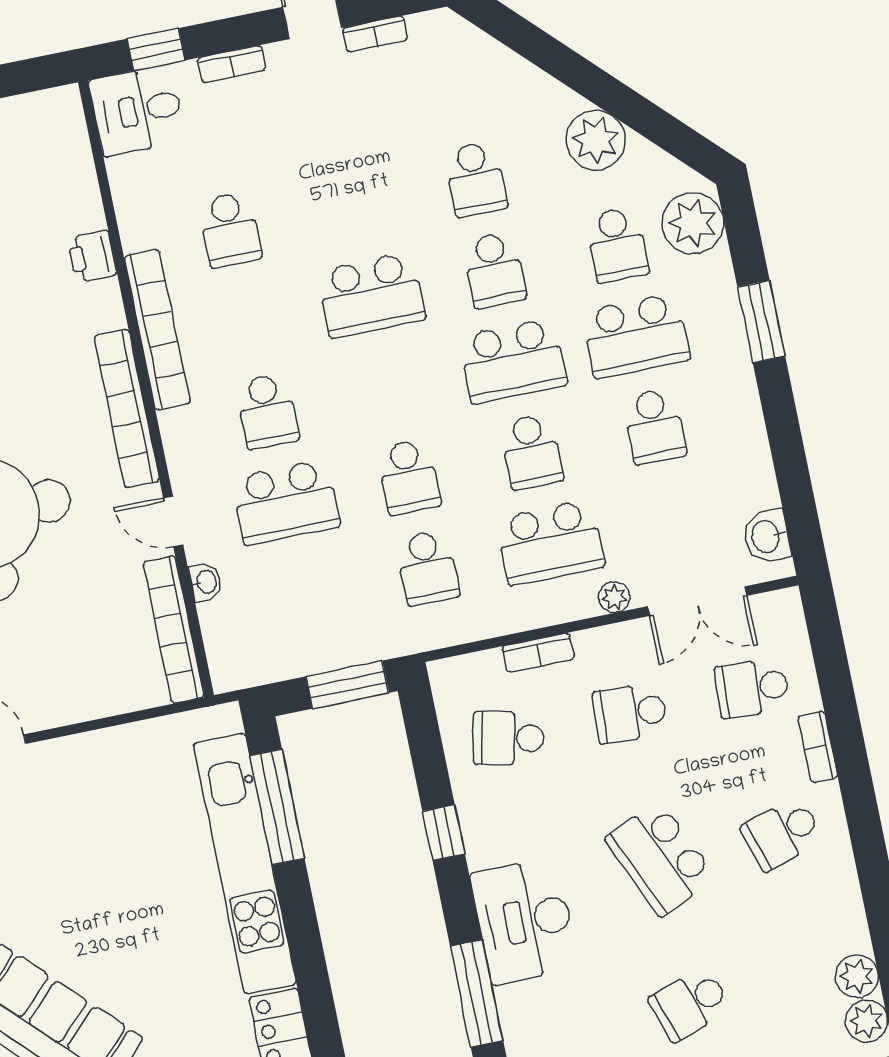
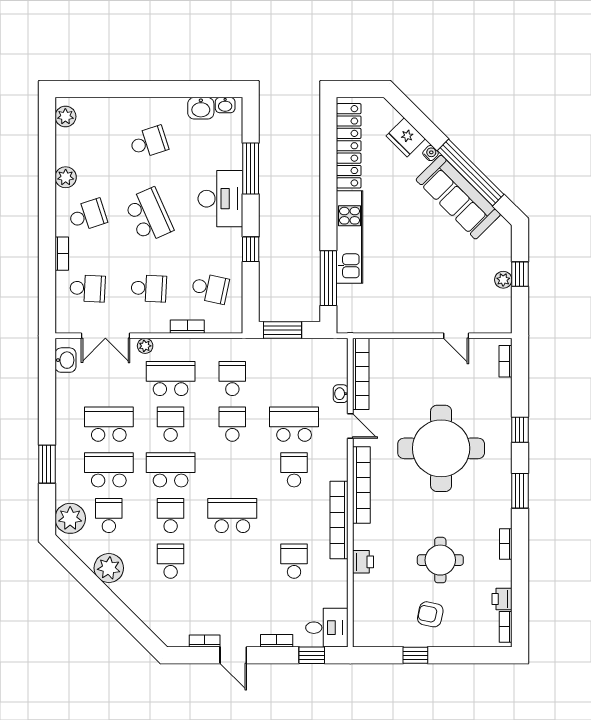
school desk: (654, 426) -> (109, 424), width x1.85
double door: (697, 601) -> (105, 336), swing flipped
kitchen unit: (245, 864) -> (350, 237), width x0.73
plant: (857, 976) -> (66, 177), moved

